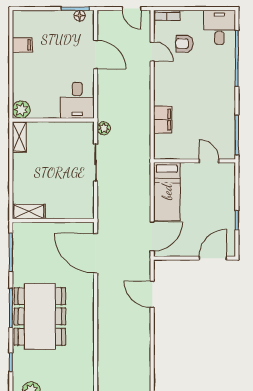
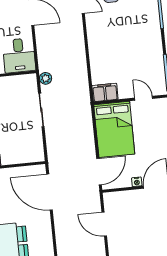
filing cabinet: (163, 120) -> (105, 92), moved, turned -90
bed: (167, 192) -> (114, 129), width x1.50
nightstand: (192, 252) -> (137, 182), added

